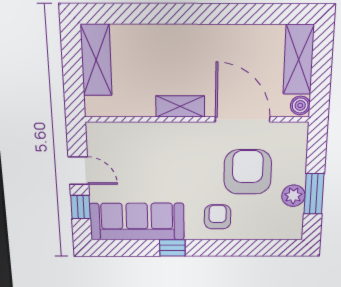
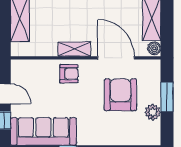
window: (314, 194) -> (167, 97), moved
armchair: (218, 217) -> (69, 74), moved, turned 90

